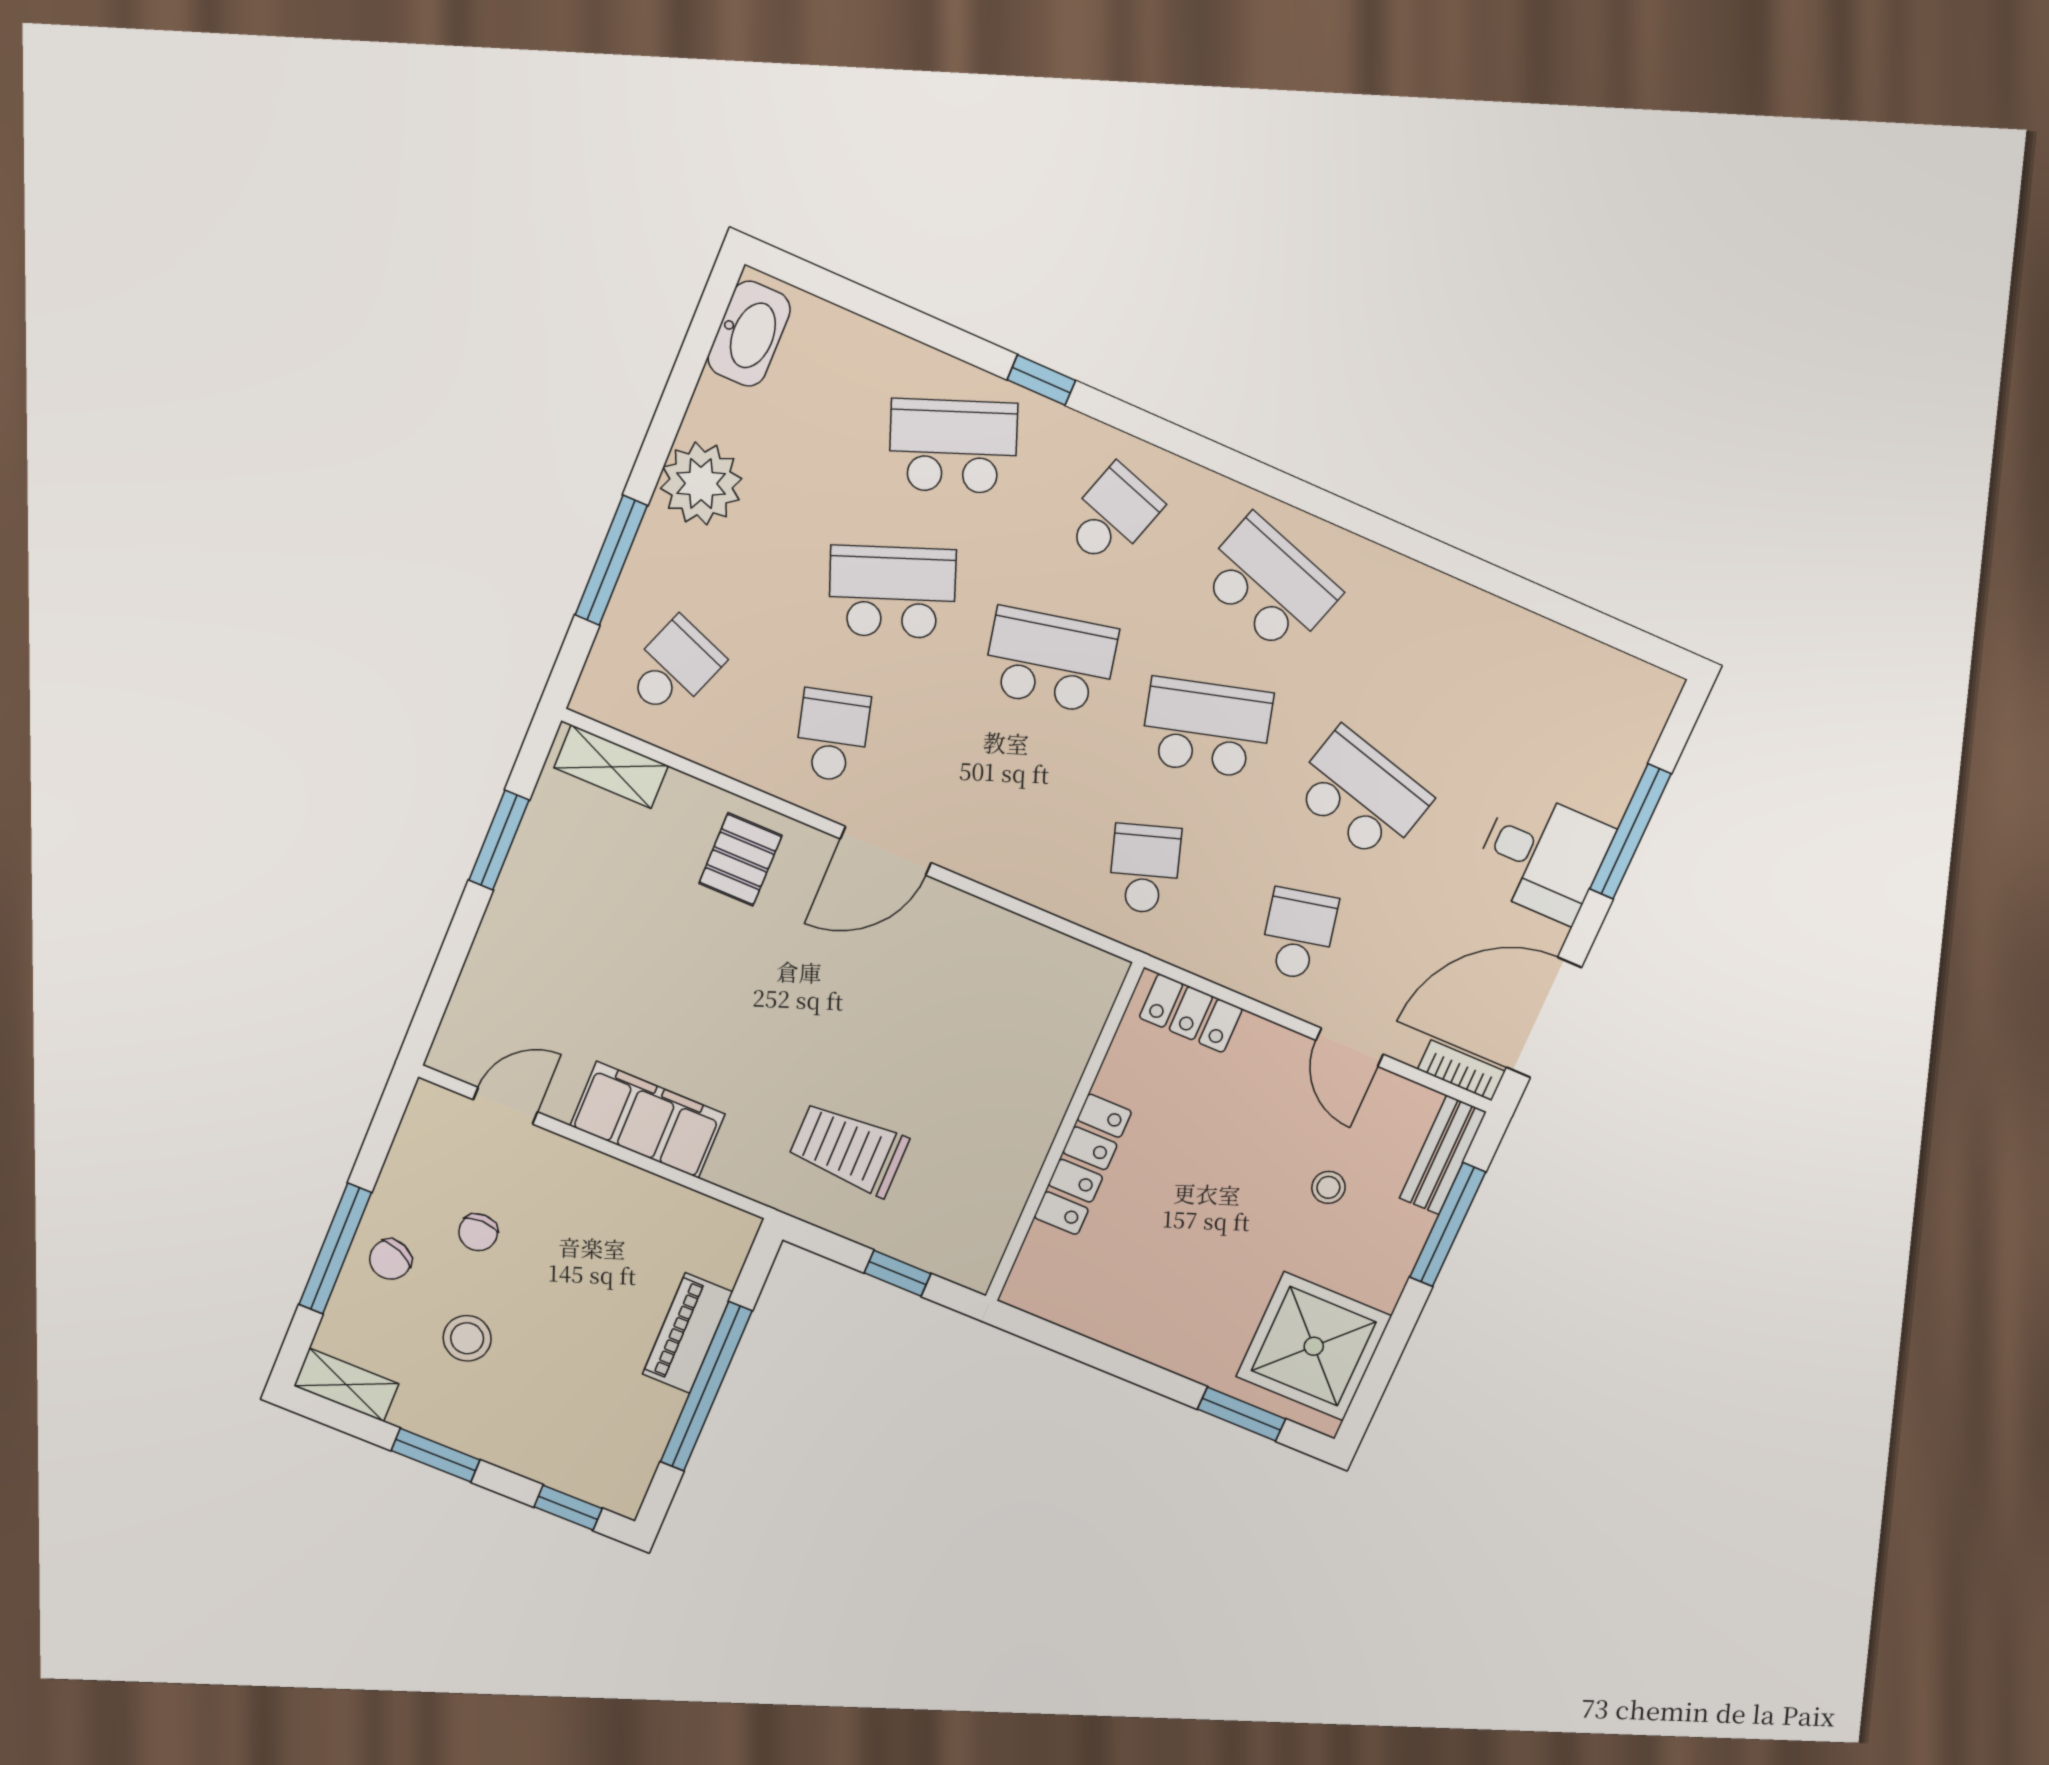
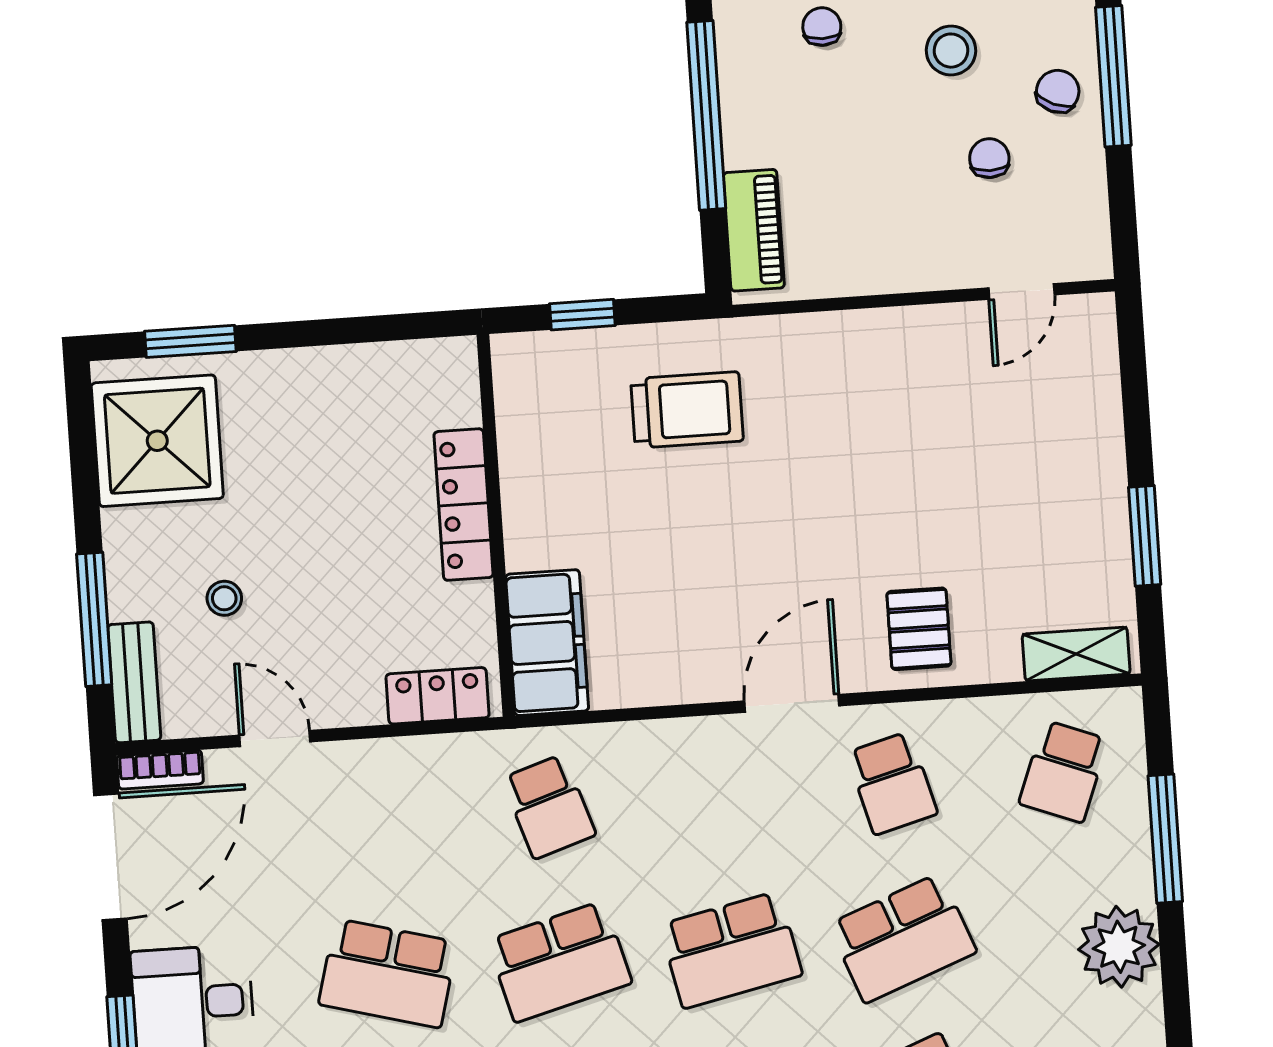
school desk: (1298, 934) -> (377, 818), removed
filing cabinet: (648, 1120) -> (547, 643), moved, turned -90
piano: (688, 1333) -> (754, 230), moved
chair: (569, 1412) -> (822, 27), added

